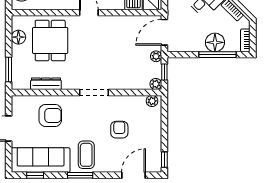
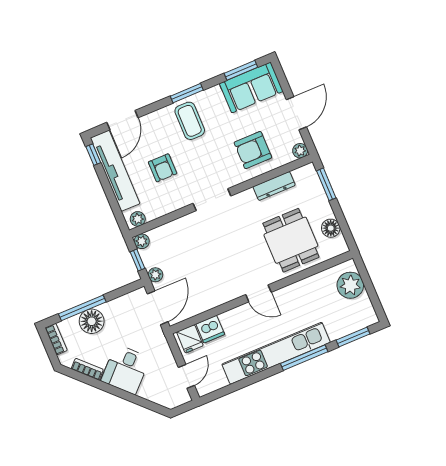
plant: (17, 101) -> (300, 151), added
tv unit: (154, 142) -> (115, 171), added
sofa: (41, 160) -> (251, 88), width x0.73
window: (35, 175) -> (241, 70), width x1.50

